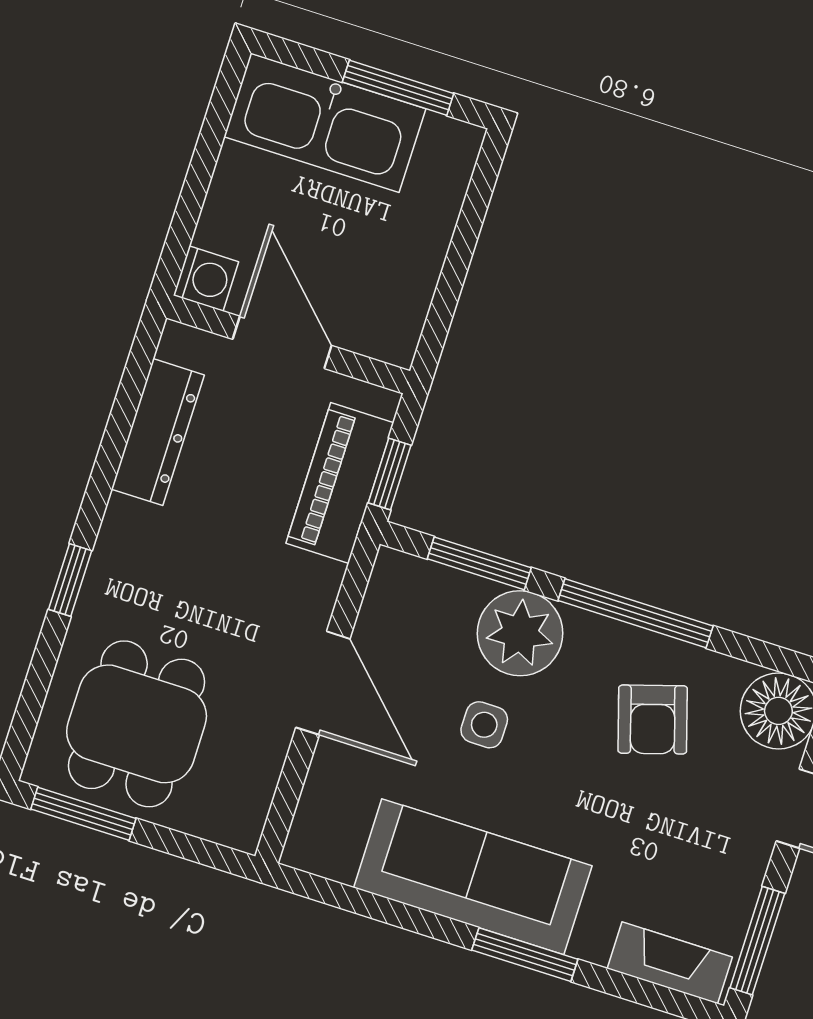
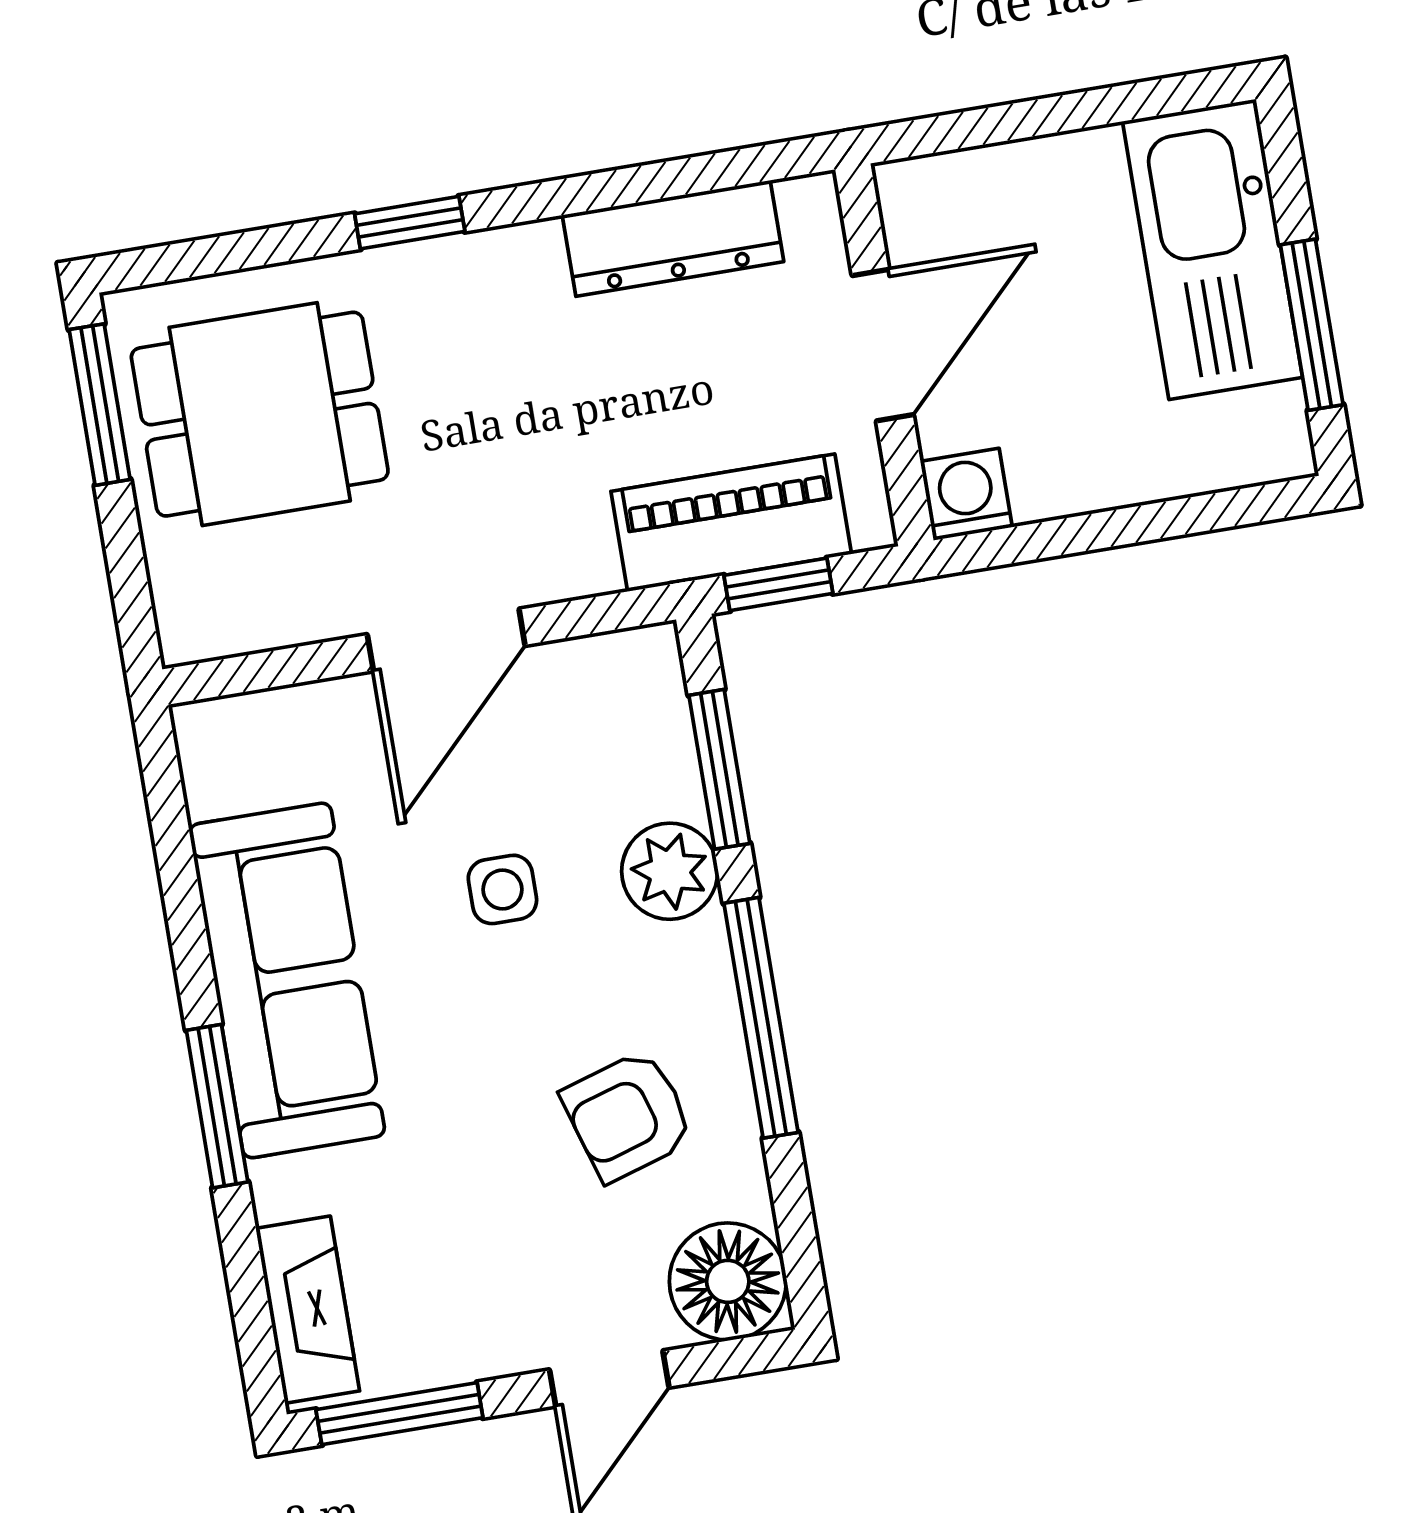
washing machine: (206, 279) -> (966, 494), moved, turned 180
plant: (520, 633) -> (670, 871), width x0.73, depth x0.73

